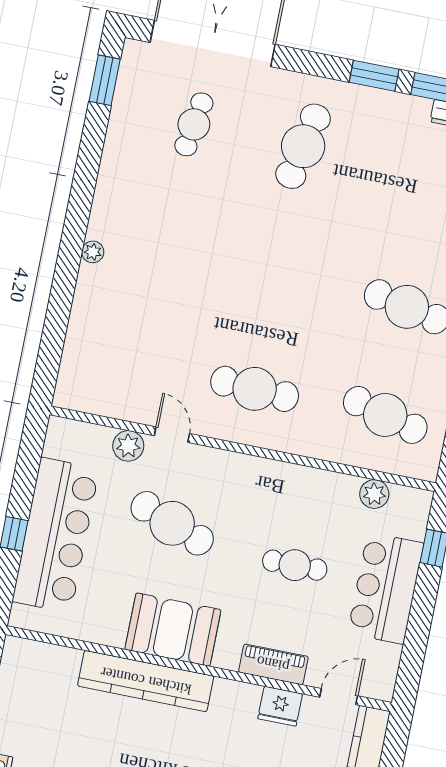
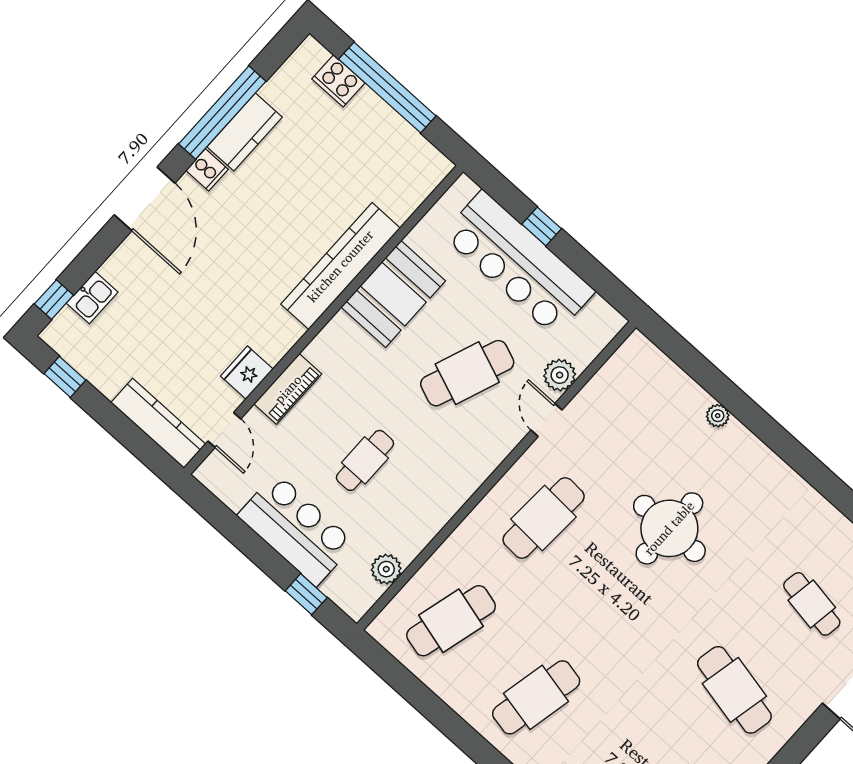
plant: (93, 252) -> (718, 416), moved
round table: (201, 280) -> (669, 528), added
door: (172, 435) -> (546, 420), swing flipped
booth: (173, 630) -> (393, 294), moved

